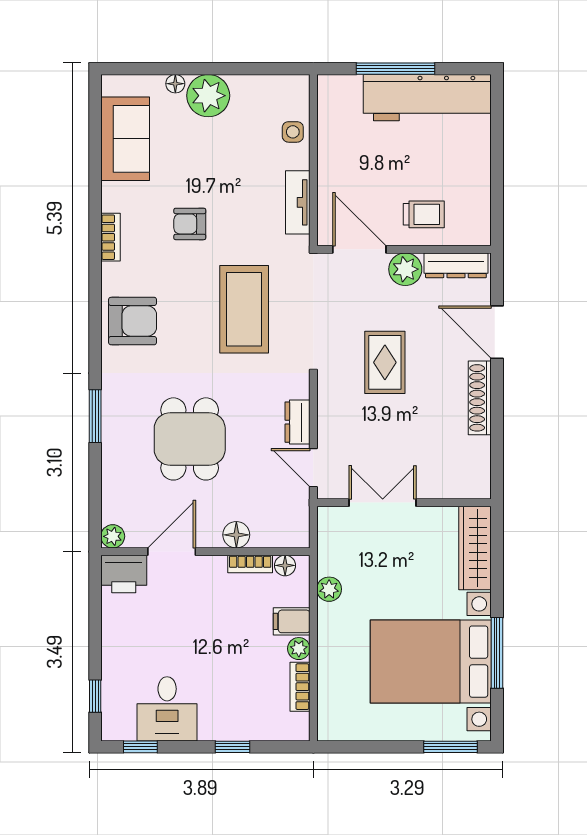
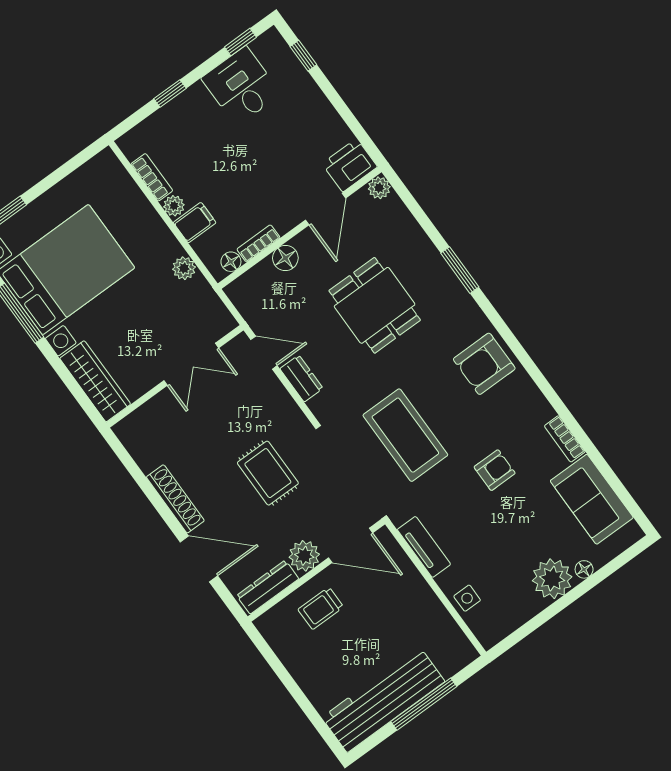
bookcase: (111, 237) -> (565, 439), moved

